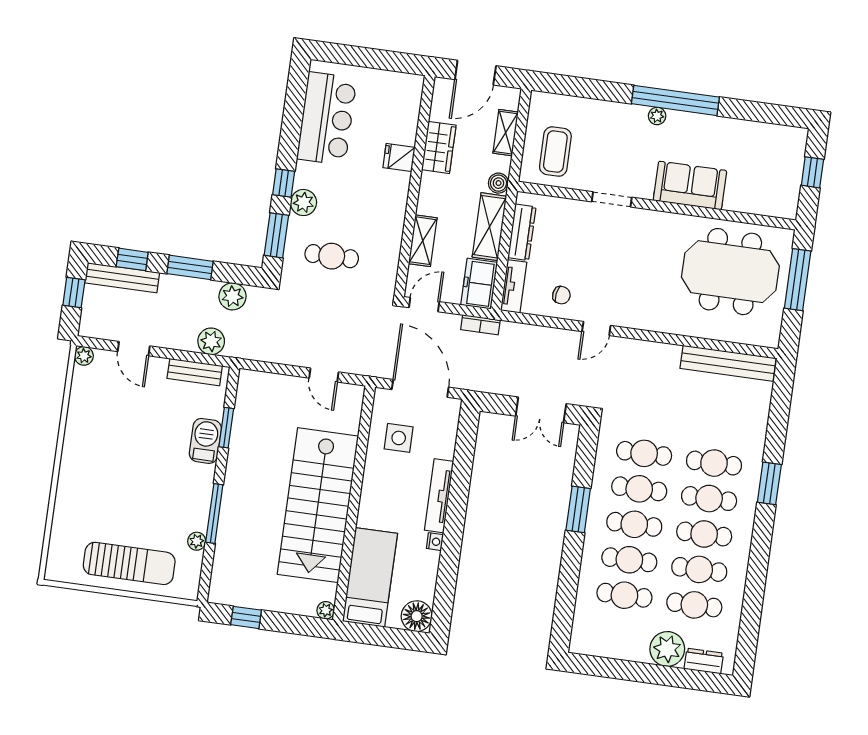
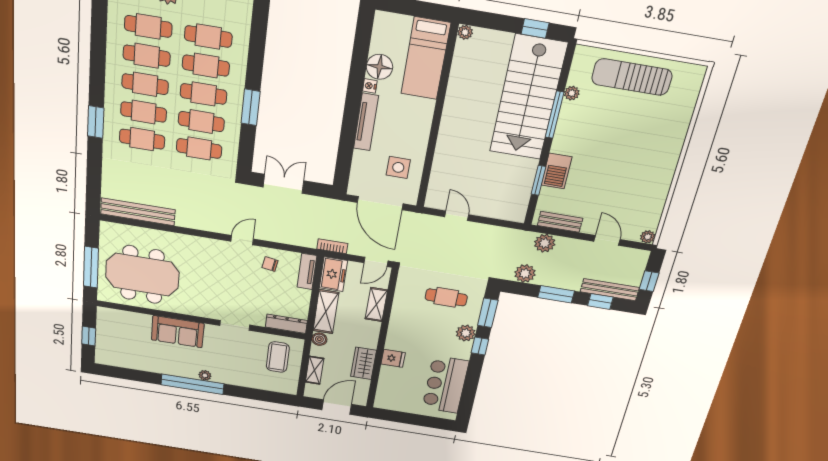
dresser: (522, 232) -> (286, 324), moved, turned 90
stairs: (318, 505) -> (528, 98), moved, turned 180
floor lamp: (417, 616) -> (380, 67), moved

